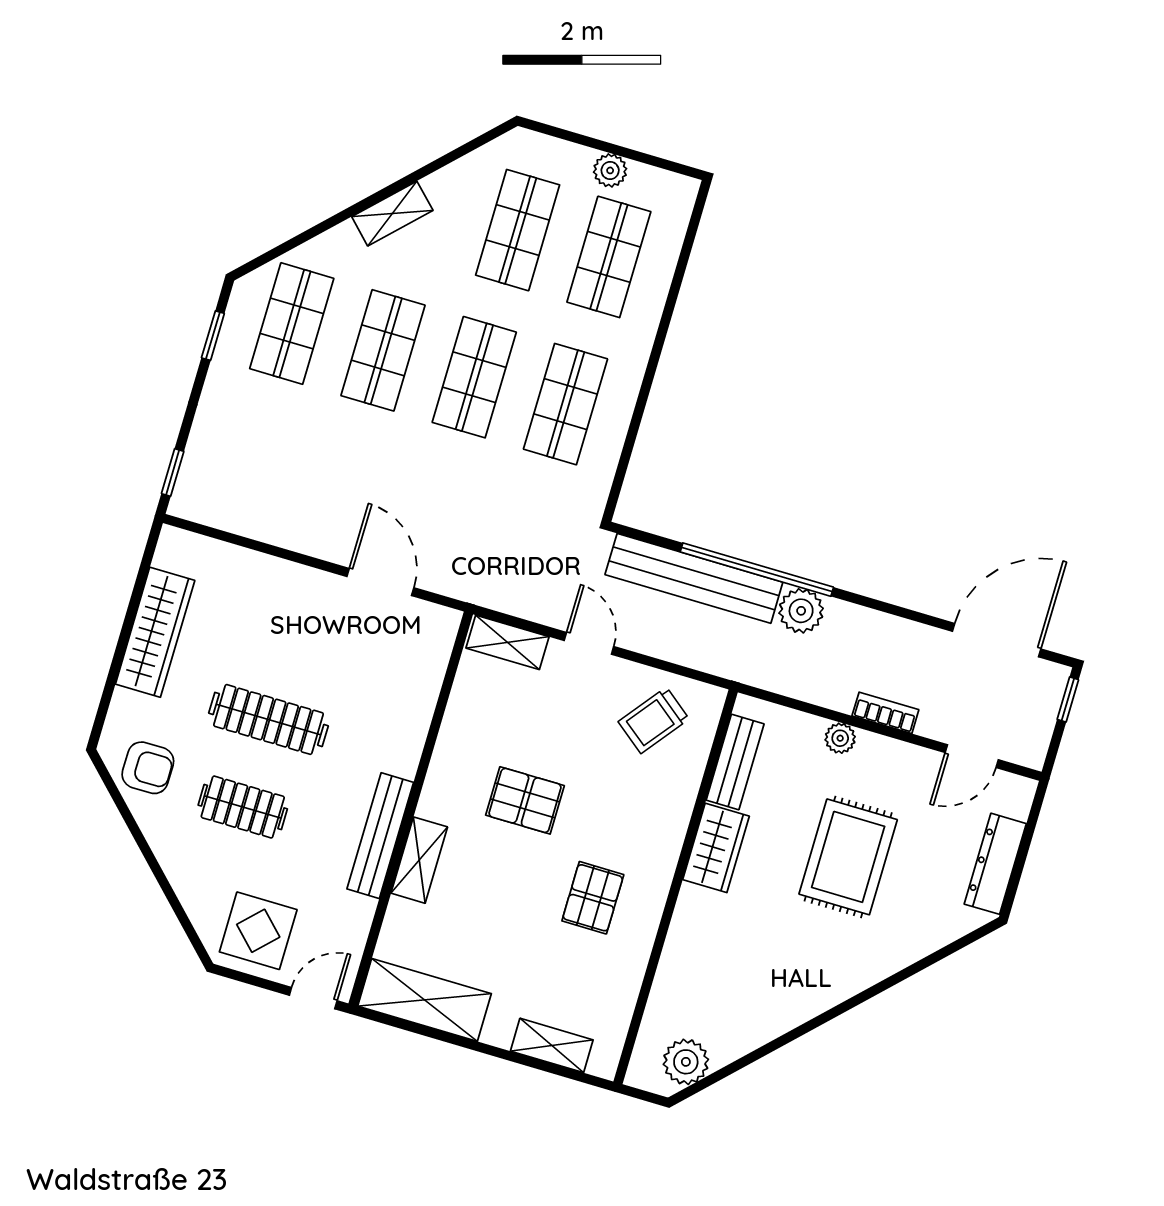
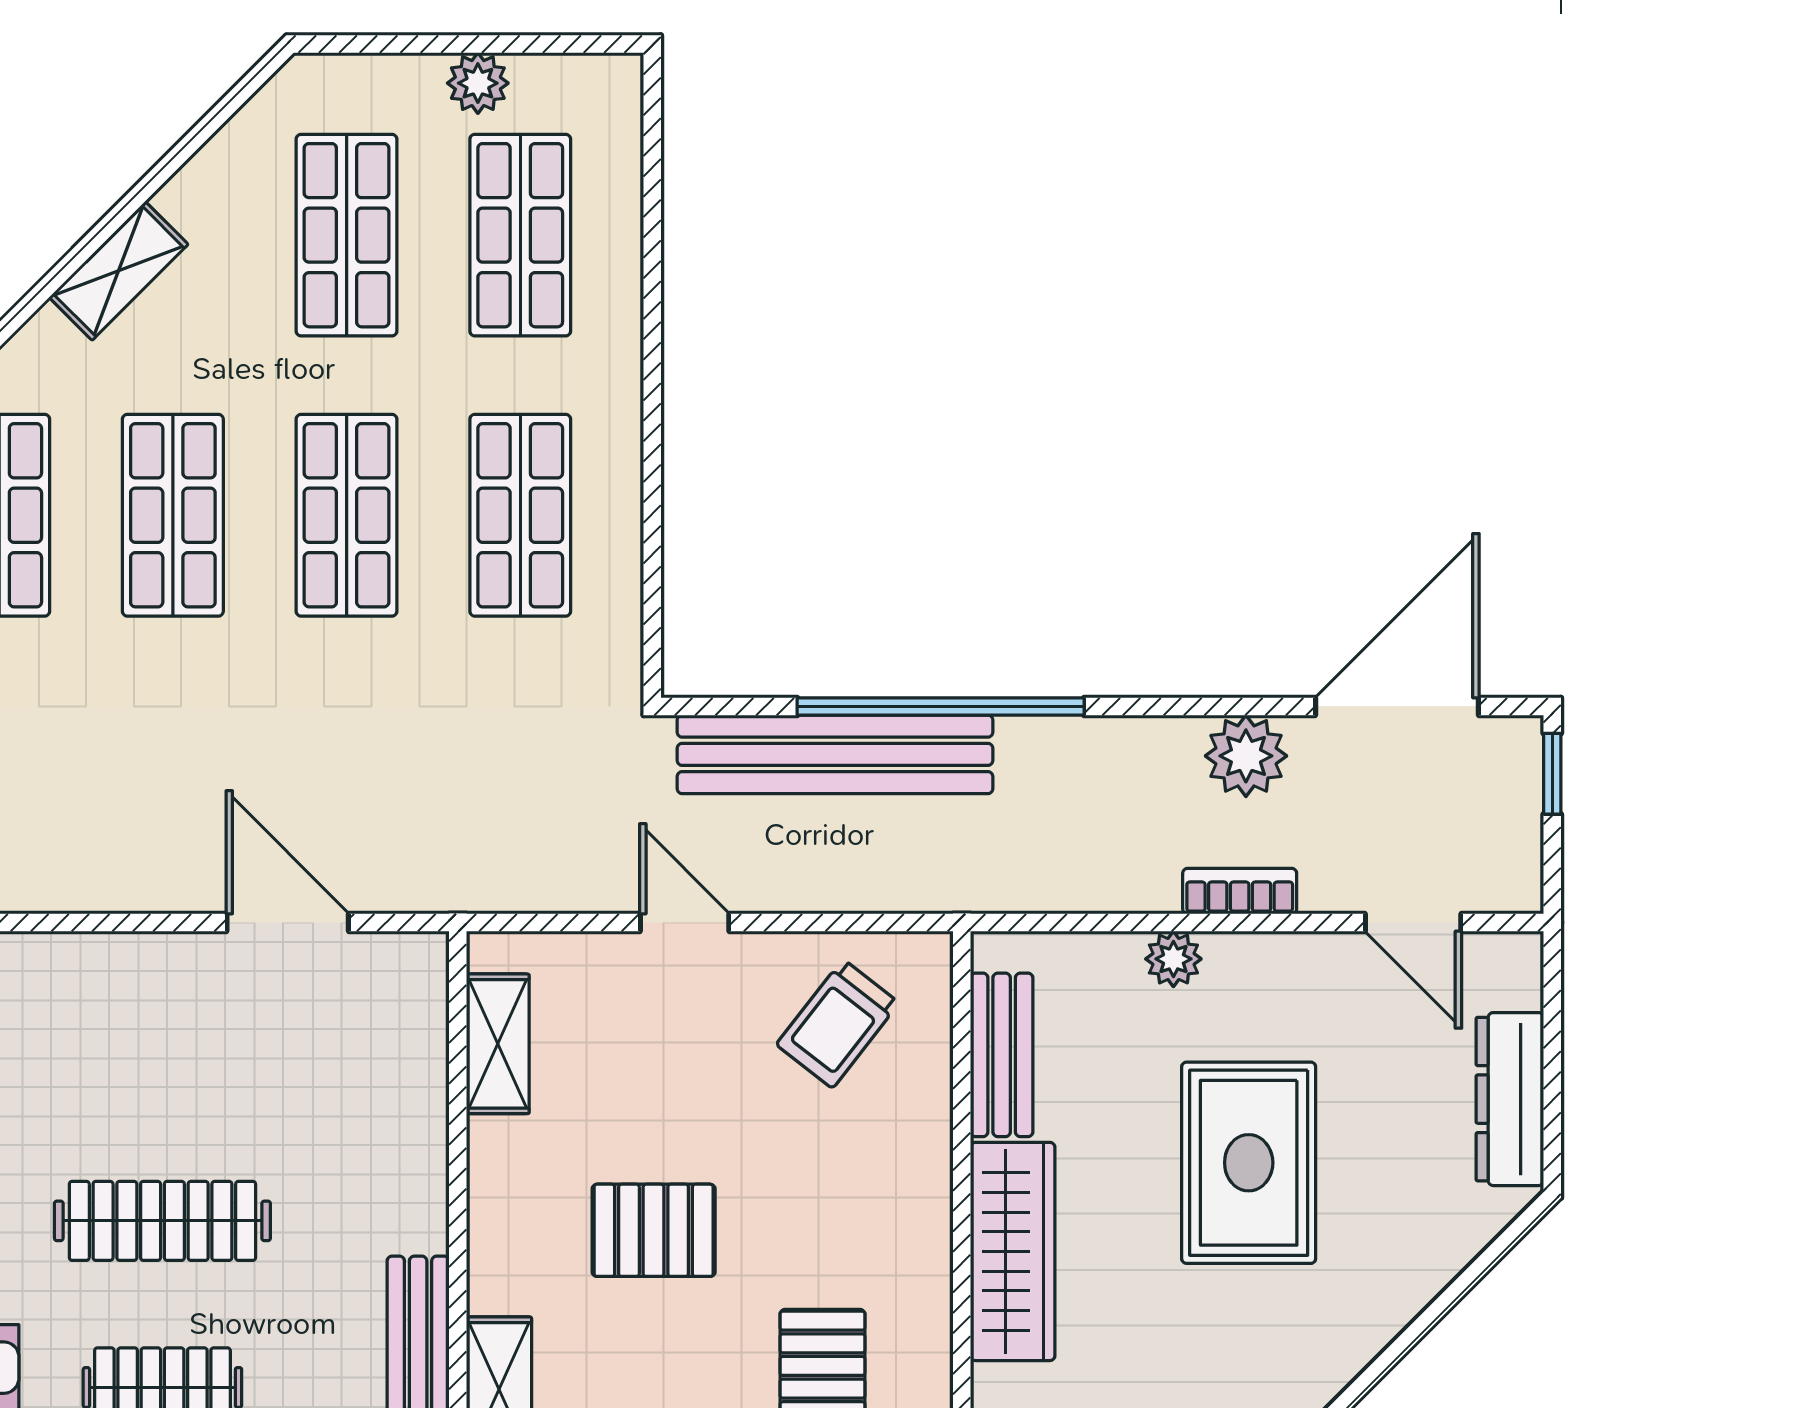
plant: (801, 611) -> (1246, 756), moved
shelving: (508, 642) -> (498, 1044), moved, turned 90
door: (972, 756) -> (1413, 922), hinge flipped
wardrobe: (716, 848) -> (1013, 1251), width x1.50

